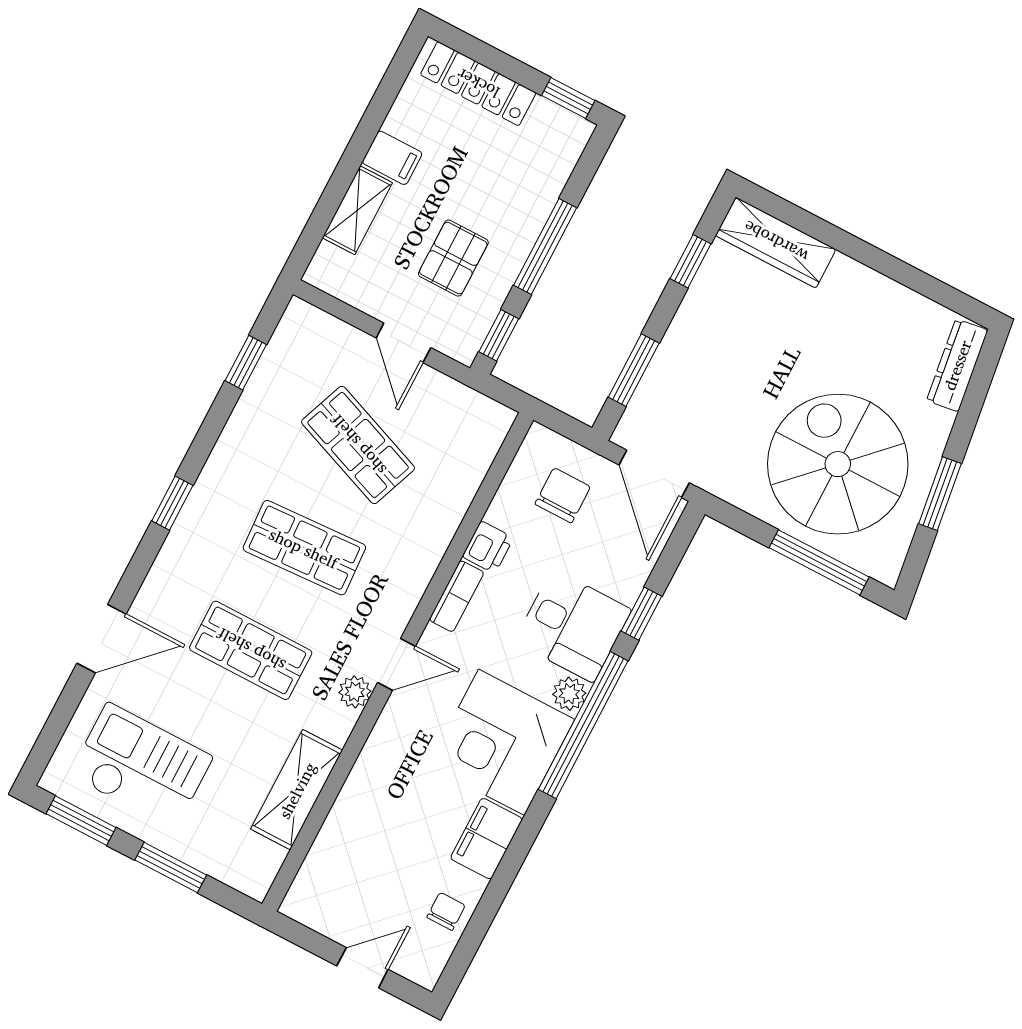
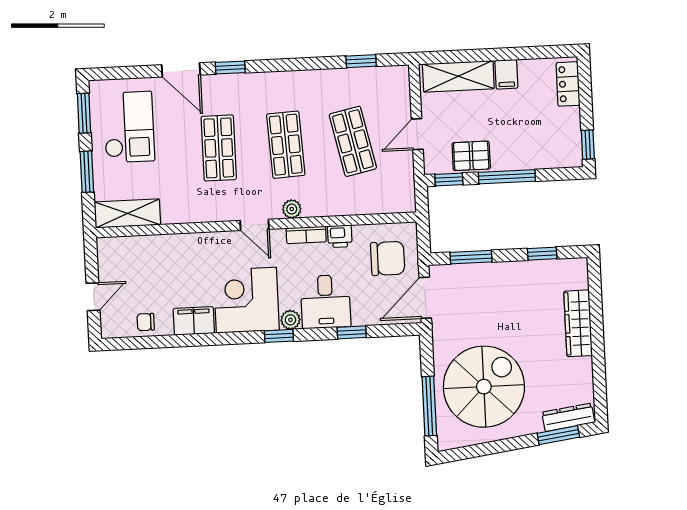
locker: (478, 84) -> (568, 84), width x0.66
shelving: (357, 210) -> (458, 76), width x1.50, depth x1.33
wardrobe: (776, 242) -> (578, 323), moved
pallet: (453, 258) -> (471, 156), moved
shop shelf: (358, 445) -> (353, 141), turned -33
window: (940, 494) -> (558, 435), moved
chair: (563, 495) -> (388, 258), width x1.37, depth x1.37
window: (172, 503) -> (230, 68), moved
plant: (355, 692) -> (292, 209), moved
window: (583, 725) -> (279, 336), width x0.32
shelving: (297, 790) -> (127, 213), moved
chair: (446, 911) -> (146, 322), turned 180
door: (362, 968) -> (93, 297), hinge flipped

